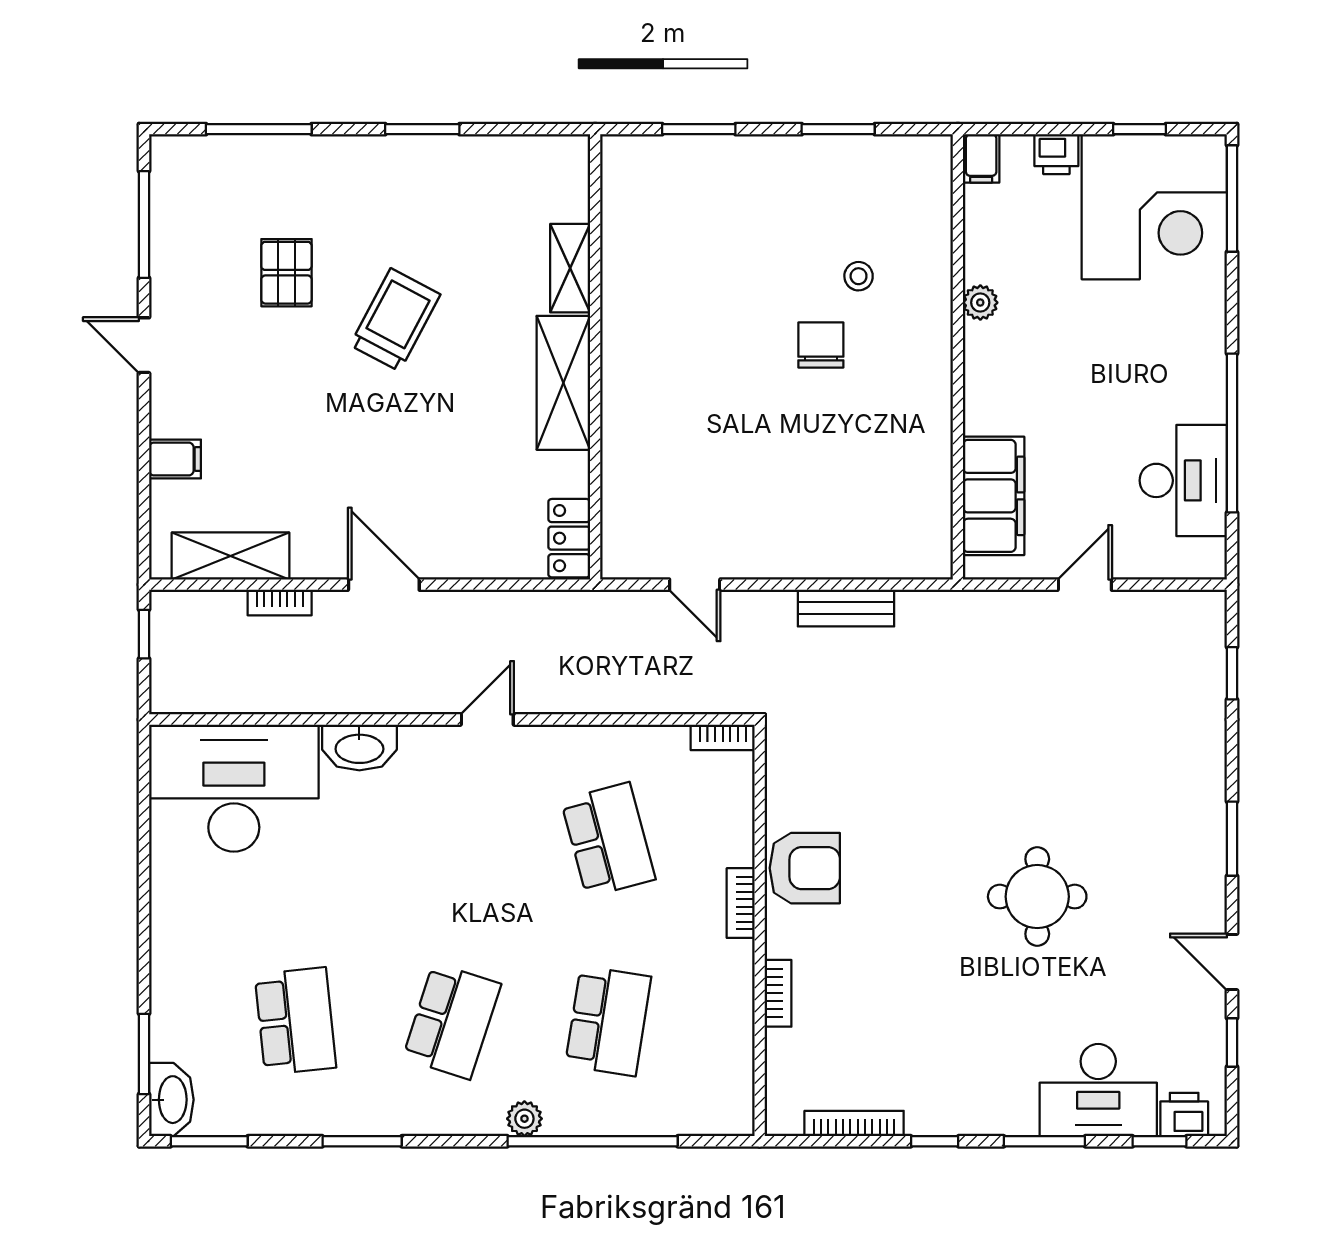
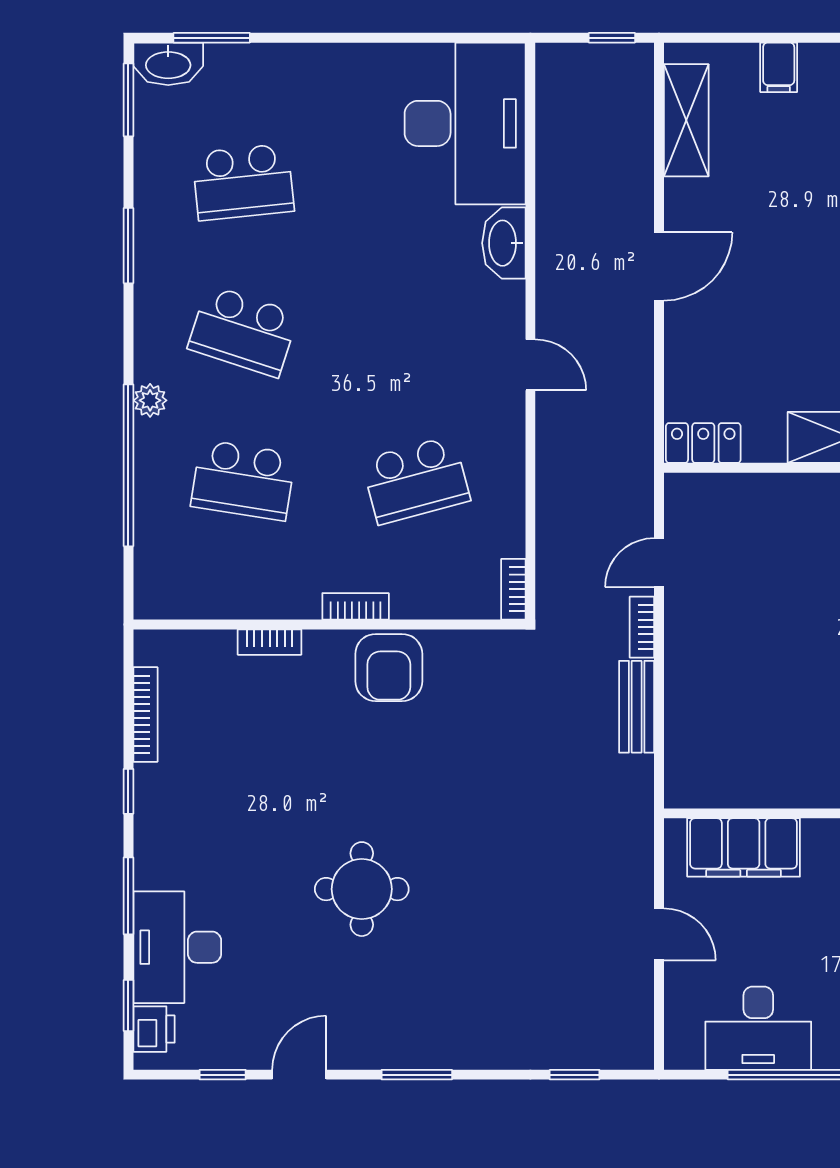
bookcase: (280, 602) -> (642, 627), moved

